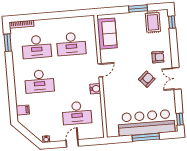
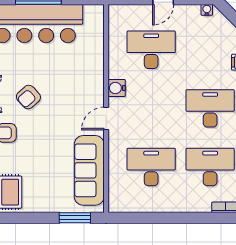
window: (138, 8) -> (75, 218), moved
sofa: (107, 34) -> (89, 170), width x1.36

